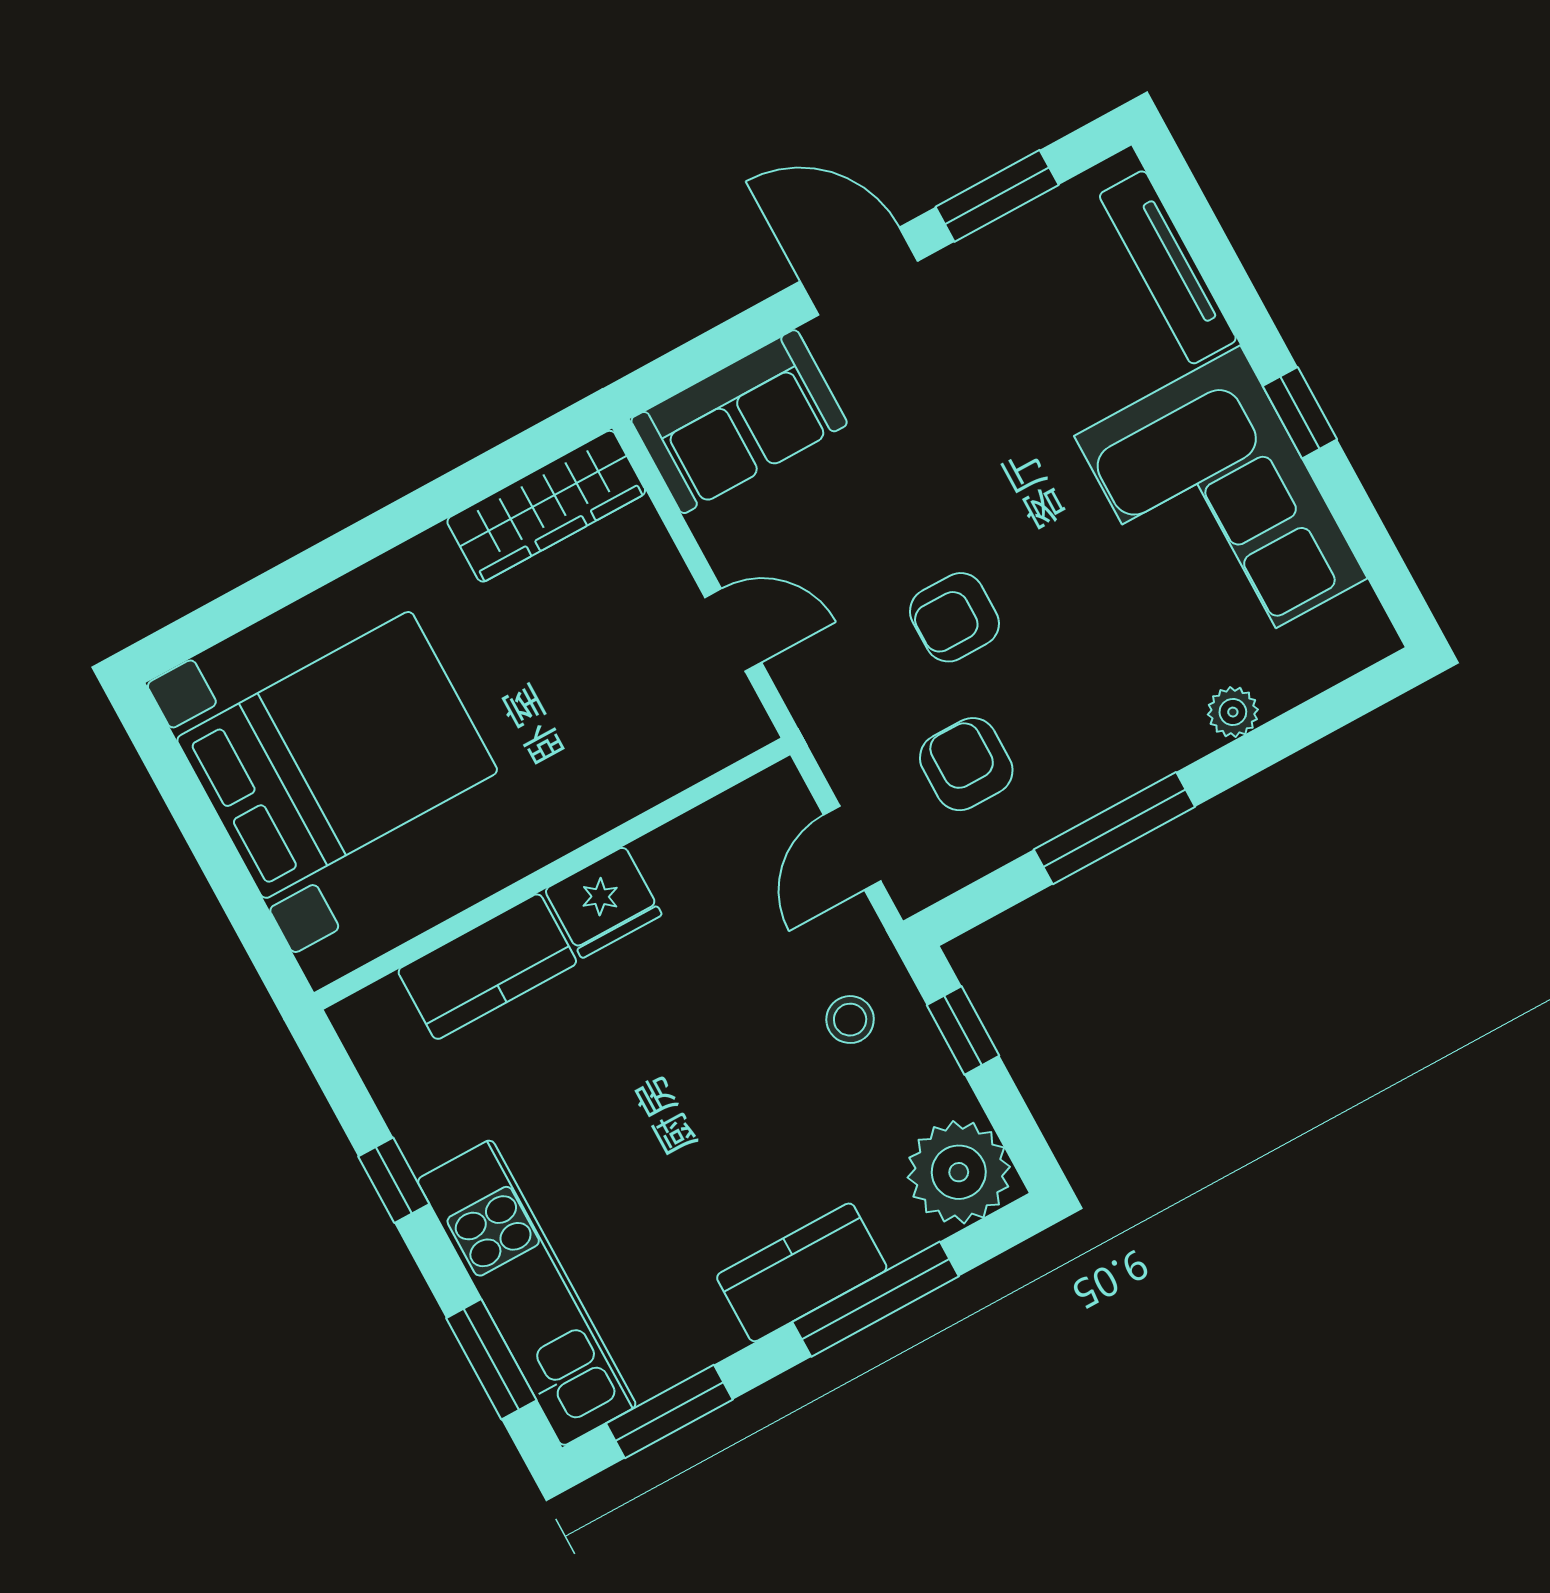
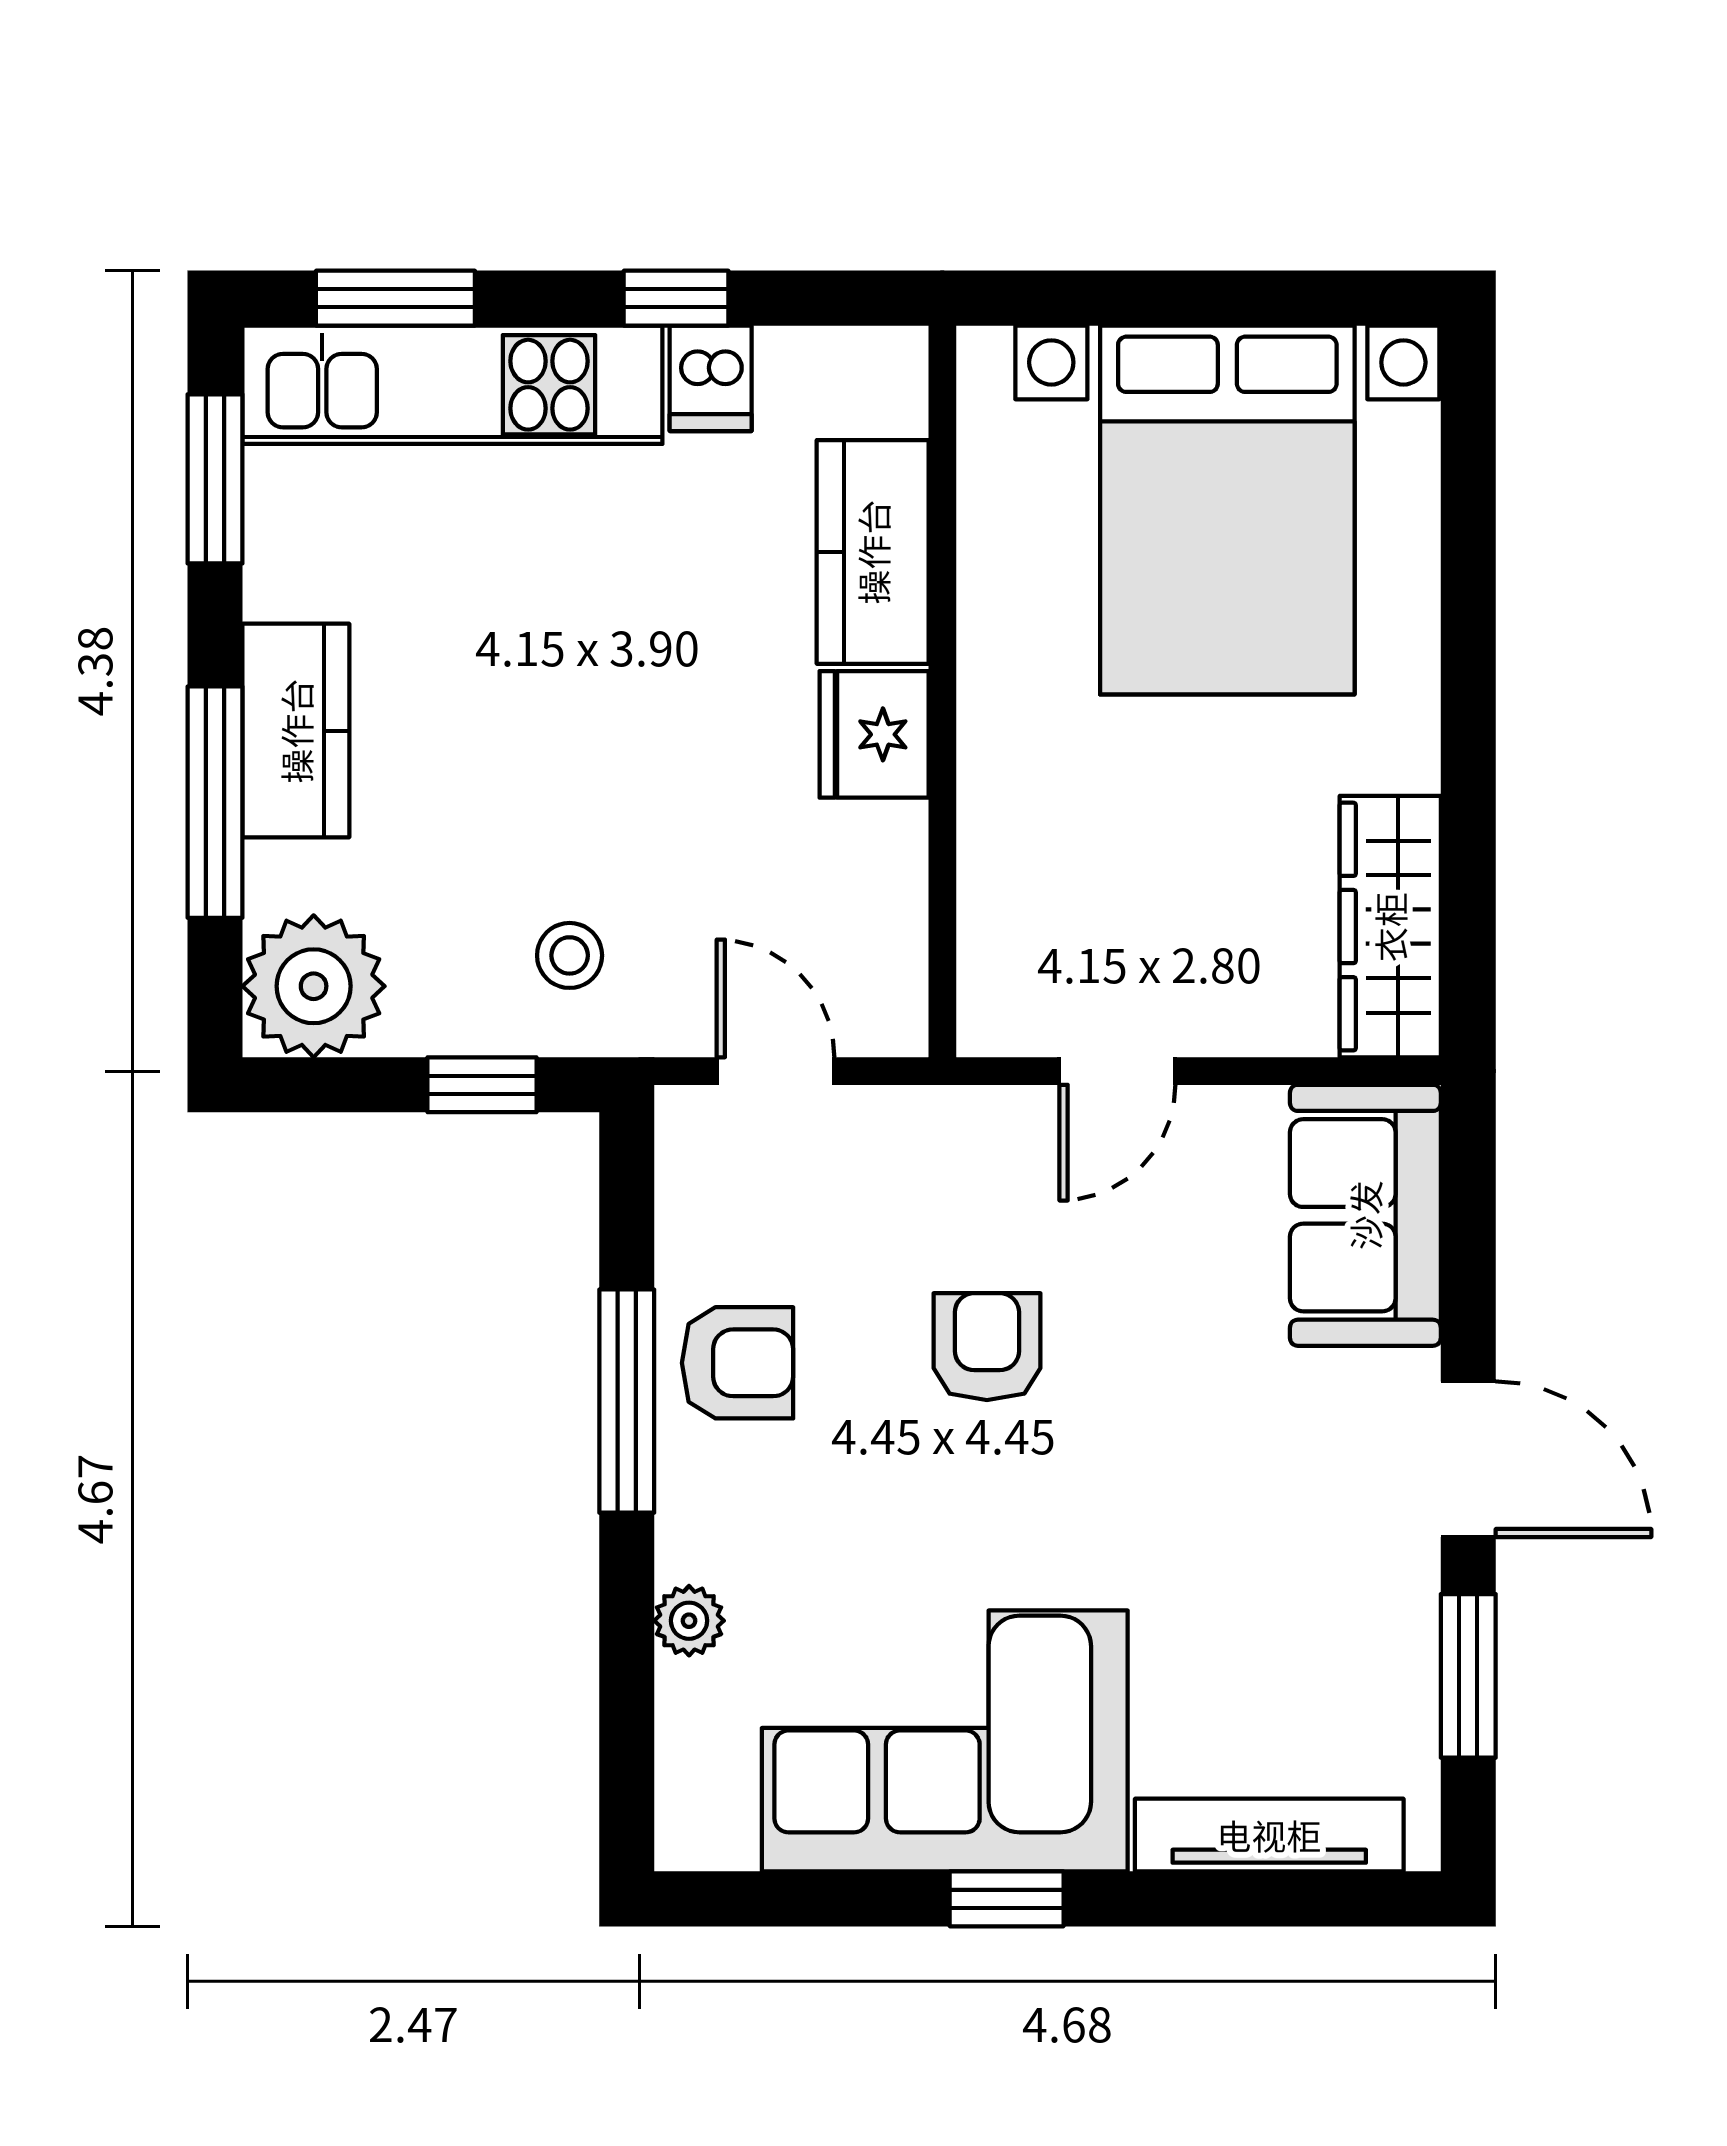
door: (859, 271) -> (1468, 1459), hinge flipped
armchair: (966, 764) -> (738, 1363), moved
dishwasher: (433, 1130) -> (711, 378), added

